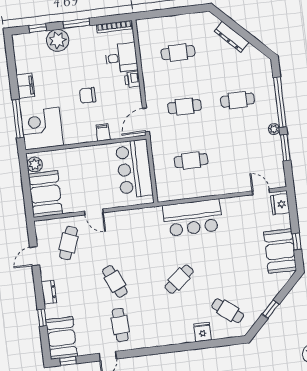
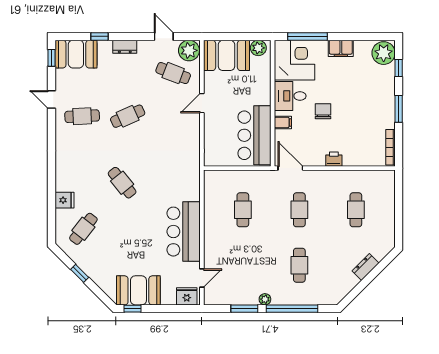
dresser: (232, 37) -> (365, 267), width x0.70
plant: (58, 40) -> (384, 53), moved
desk: (121, 58) -> (290, 96), moved, turned 90
bar counter: (134, 169) -> (254, 135), moved, turned -90
bar counter: (193, 218) -> (184, 232), moved
plant: (45, 230) -> (189, 50), added
window: (297, 241) -> (133, 309), moved

